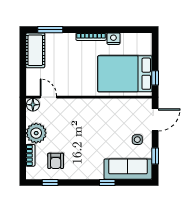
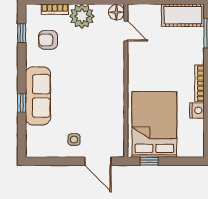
door: (48, 97) -> (126, 31), hinge flipped
window: (155, 156) -> (54, 161), removed
sofa: (128, 169) -> (38, 96), moved

